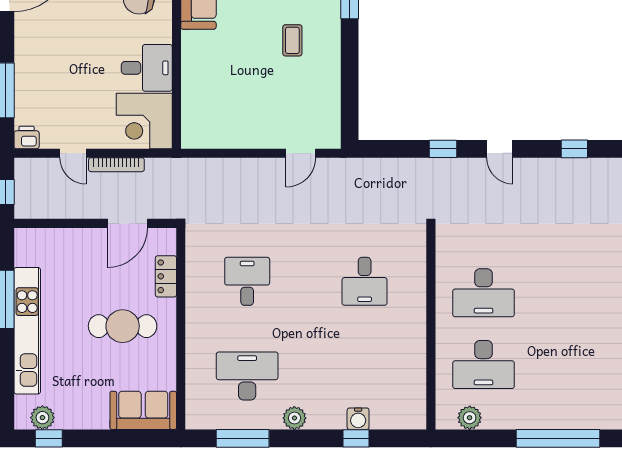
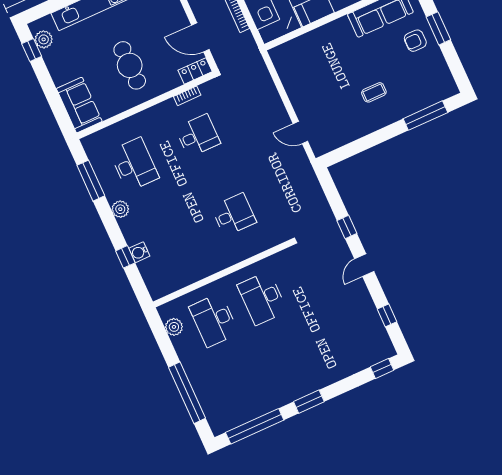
bookcase: (192, 272) -> (187, 96), added
locker: (166, 276) -> (195, 71), moved
desk: (365, 281) -> (234, 215), turned 180

